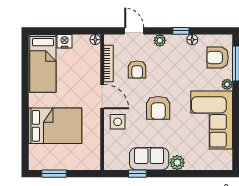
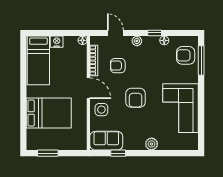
armchair: (137, 70) -> (118, 66), turned 90
plant: (227, 84) -> (194, 78), removed
sofa: (149, 159) -> (106, 141), moved

